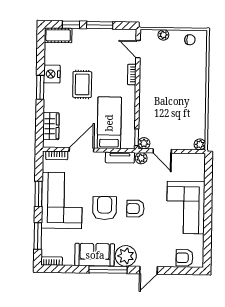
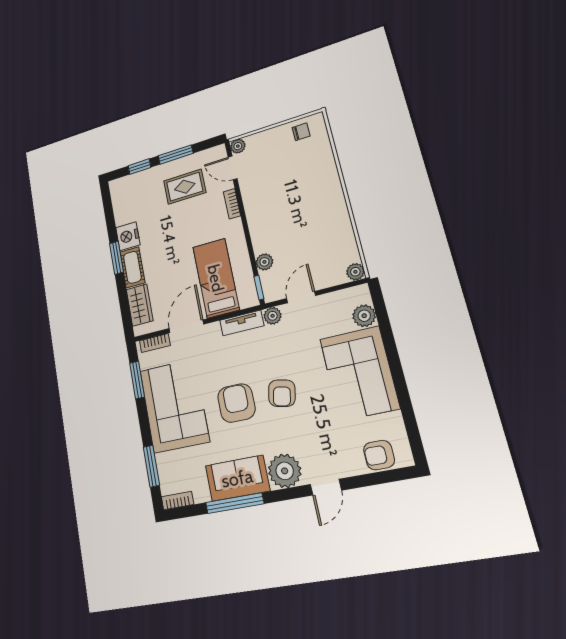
cot: (58, 35) -> (132, 267), moved, turned 90
plant: (163, 35) -> (238, 146), moved
rug: (82, 84) -> (185, 187), moved, turned 90
plant: (144, 143) -> (264, 262), moved
door: (162, 151) -> (301, 297), swing flipped
plant: (198, 173) -> (364, 316), added
window: (38, 194) -> (137, 380), moved
armchair: (135, 209) -> (282, 393), turned -78
window: (108, 270) -> (235, 503), moved

